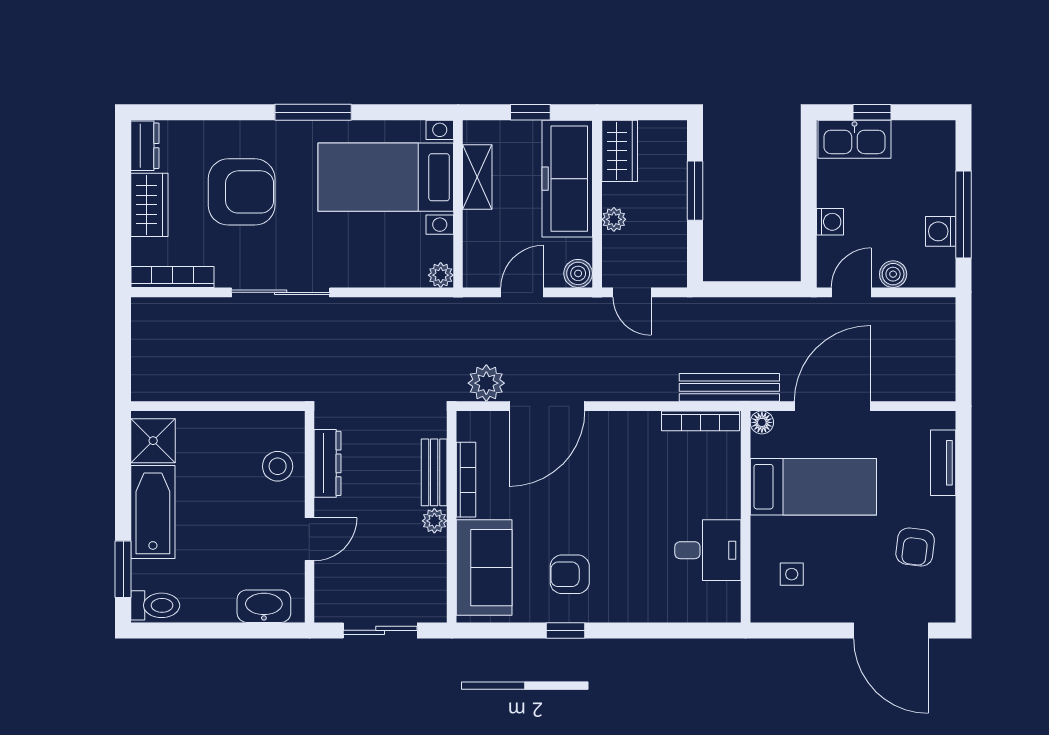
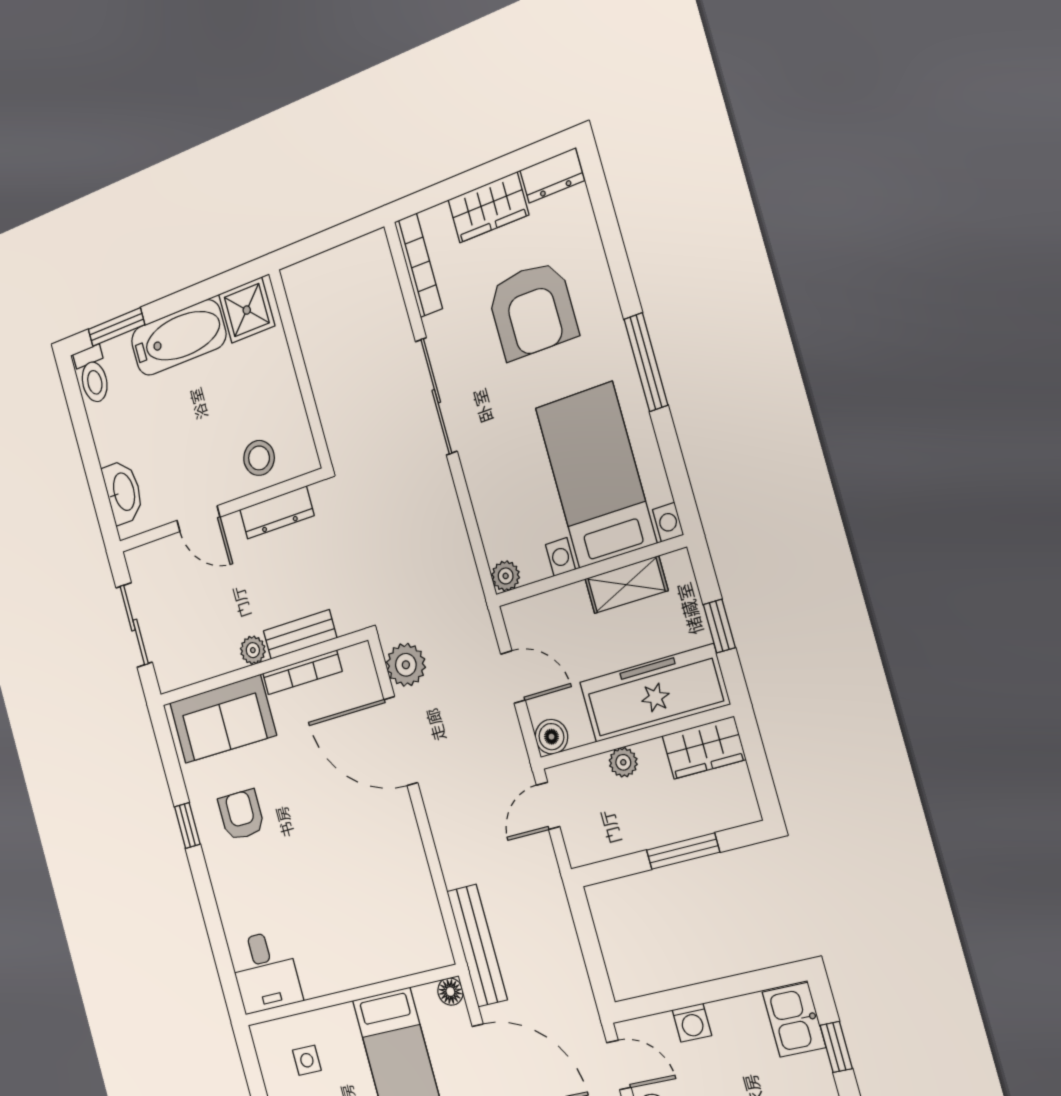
kitchen sink: (854, 139) -> (794, 1020), width x0.73
bookcase: (701, 421) -> (433, 921), removed
desk: (708, 550) -> (265, 972), moved

